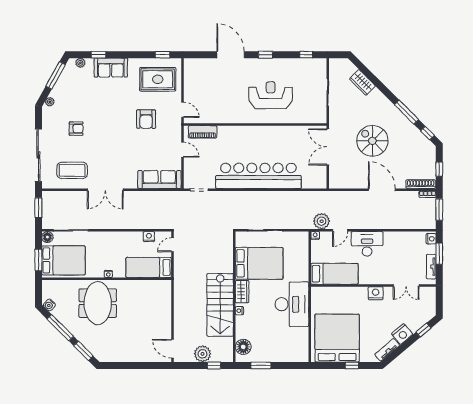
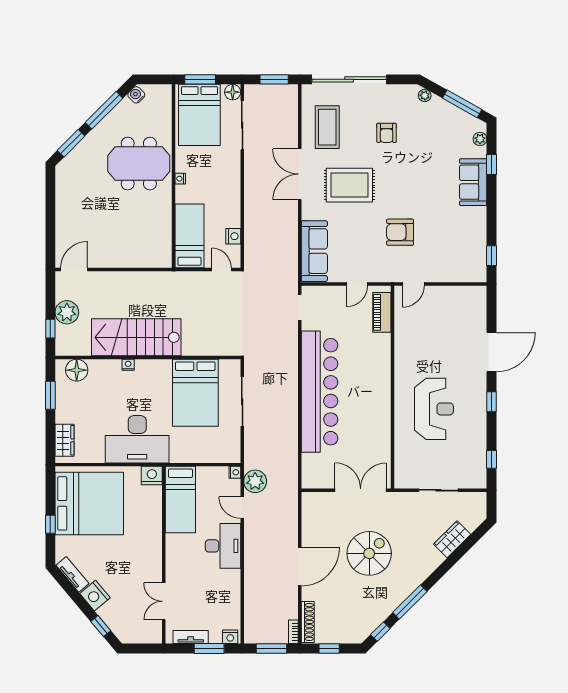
rug: (158, 79) -> (349, 185), moved, turned 90
wardrobe: (242, 292) -> (64, 440), moved, turned -90
nightstand: (376, 293) -> (152, 476), moved, turned -90

